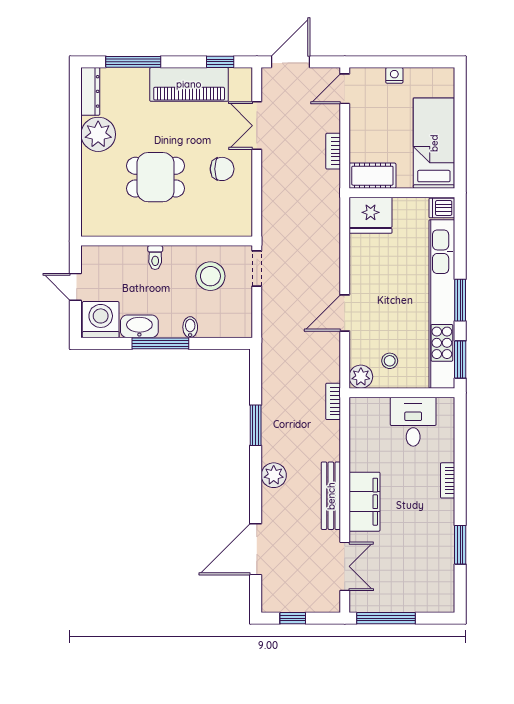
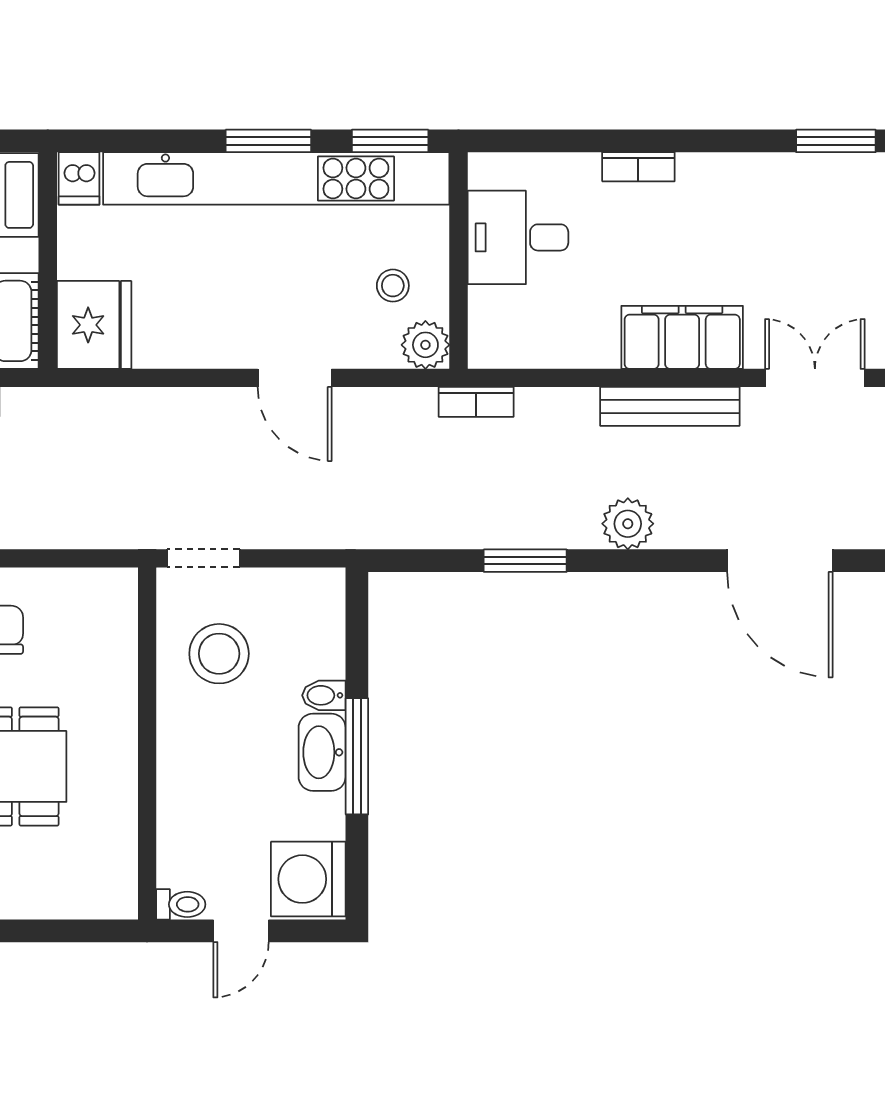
toilet: (155, 258) -> (181, 904), moved
washbasin: (139, 326) -> (322, 752), moved
window: (460, 545) -> (836, 141), moved

